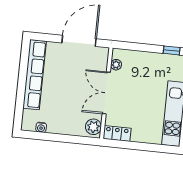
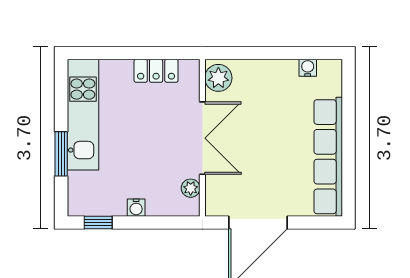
water cooler: (149, 57) -> (136, 208), added
locker: (117, 133) -> (156, 71), moved

